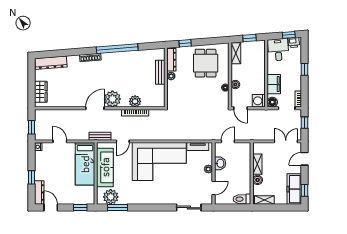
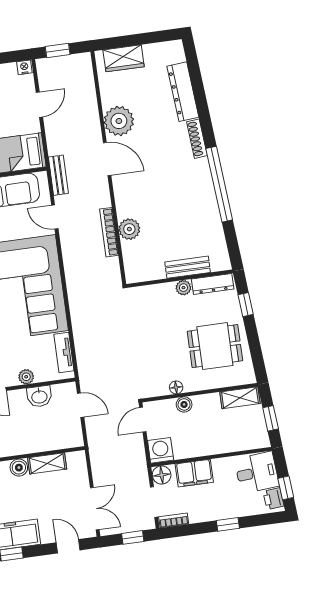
dresser: (51, 63) -> (183, 92), moved
plant: (112, 99) -> (119, 121), moved

